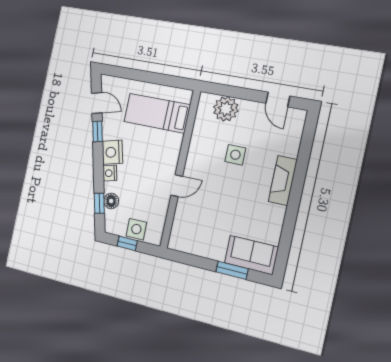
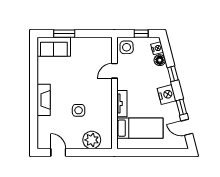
tv unit: (173, 152) -> (122, 104), added
nightstand: (110, 173) -> (157, 48), moved
door: (177, 186) -> (114, 71), moved
window: (99, 203) -> (173, 74), moved
side table: (136, 229) -> (127, 47), moved

